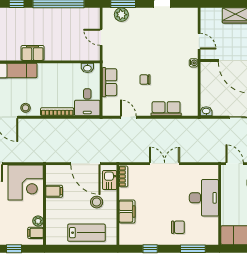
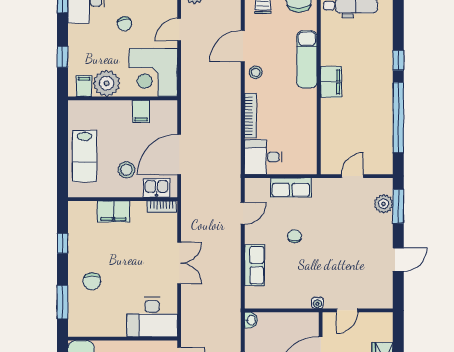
washbasin: (87, 68) -> (310, 157), removed
desk: (204, 198) -> (152, 317), moved
plant: (38, 221) -> (107, 83), width x1.88, depth x1.88

